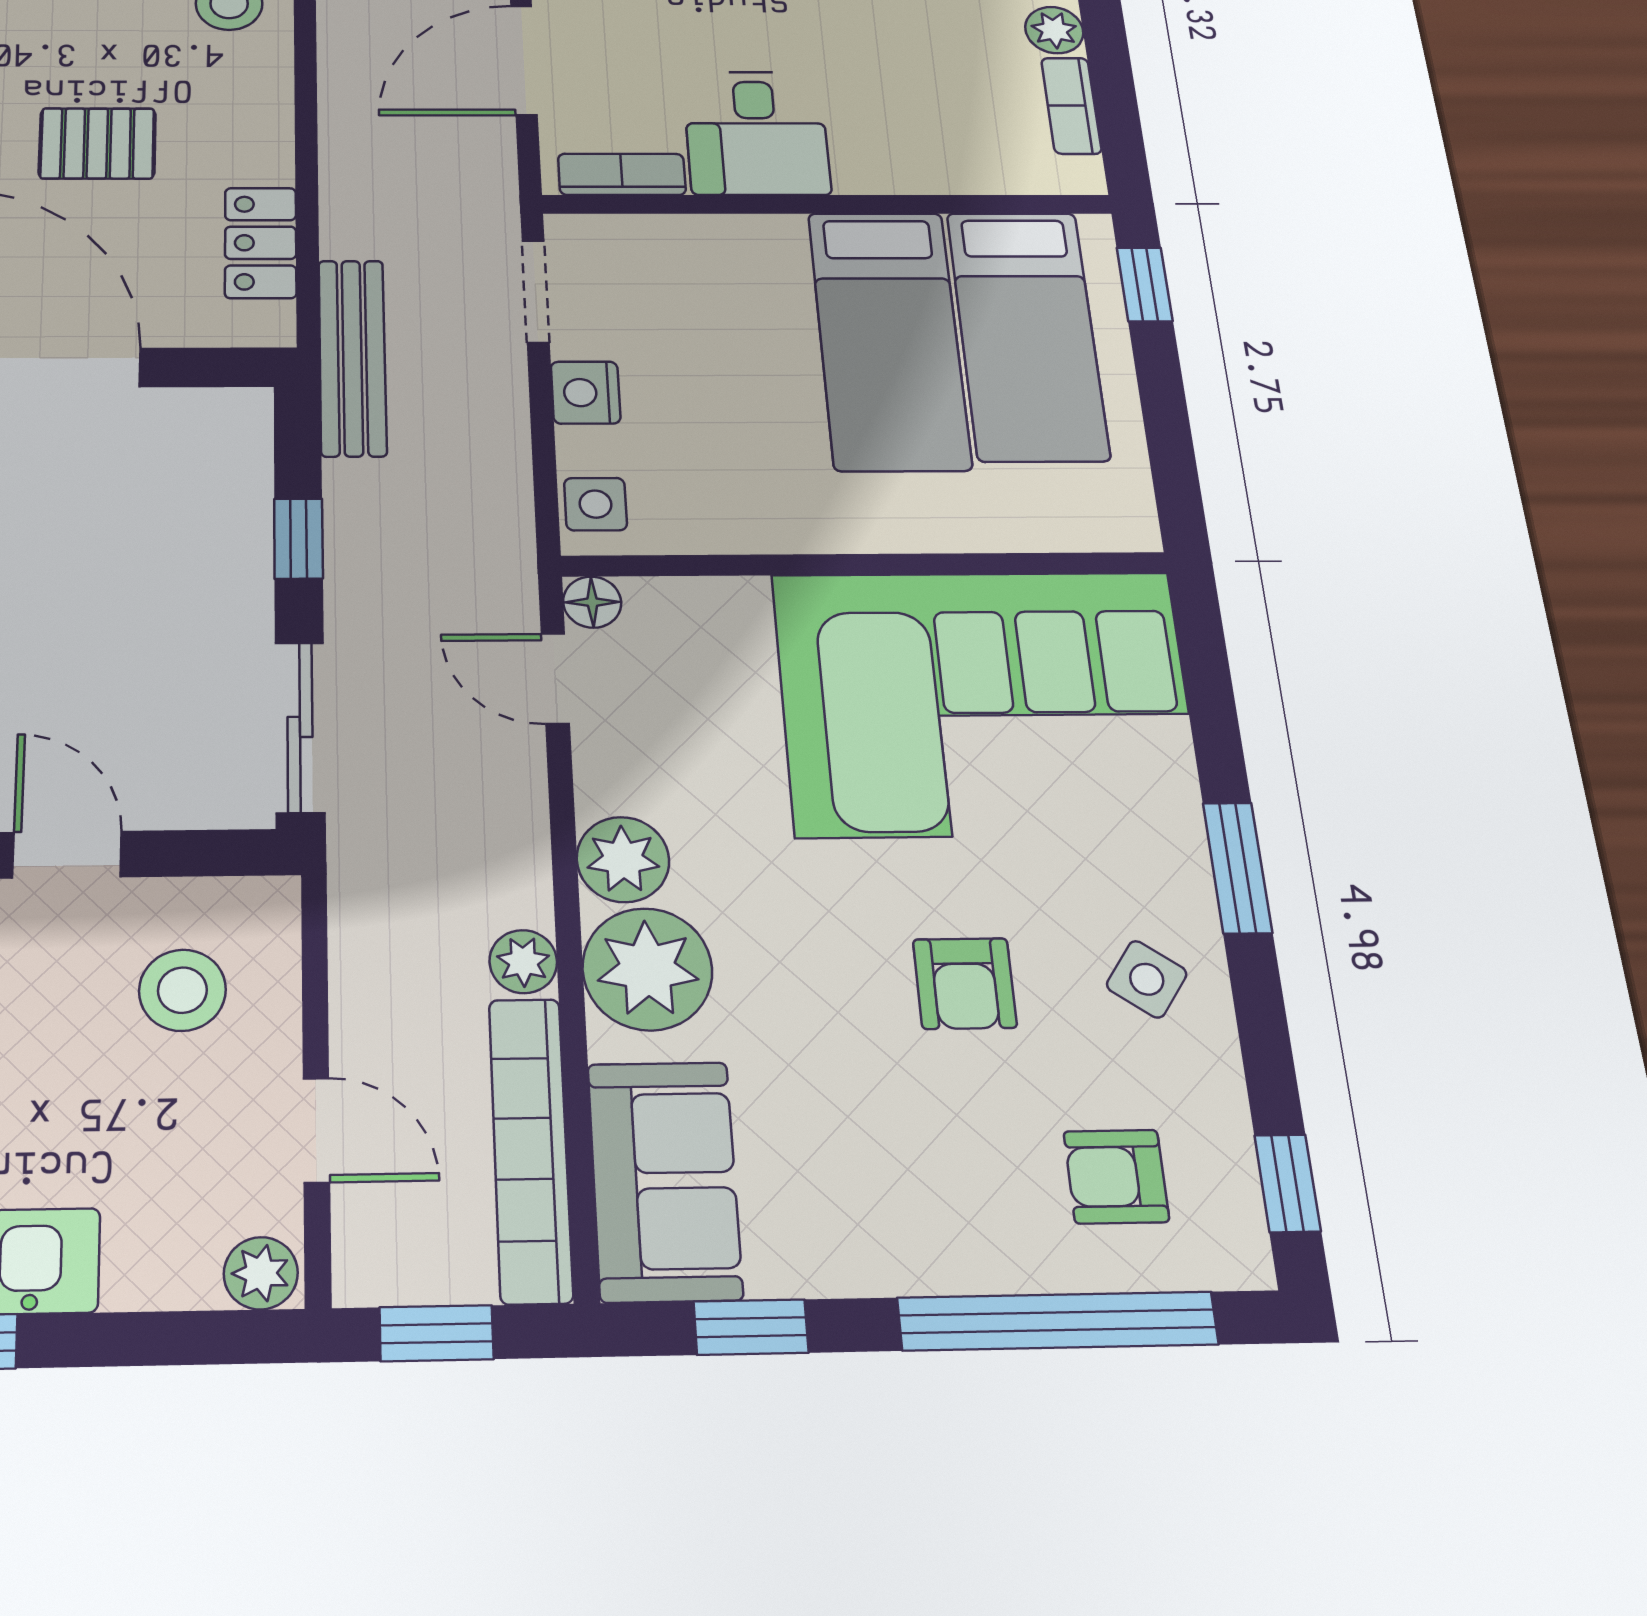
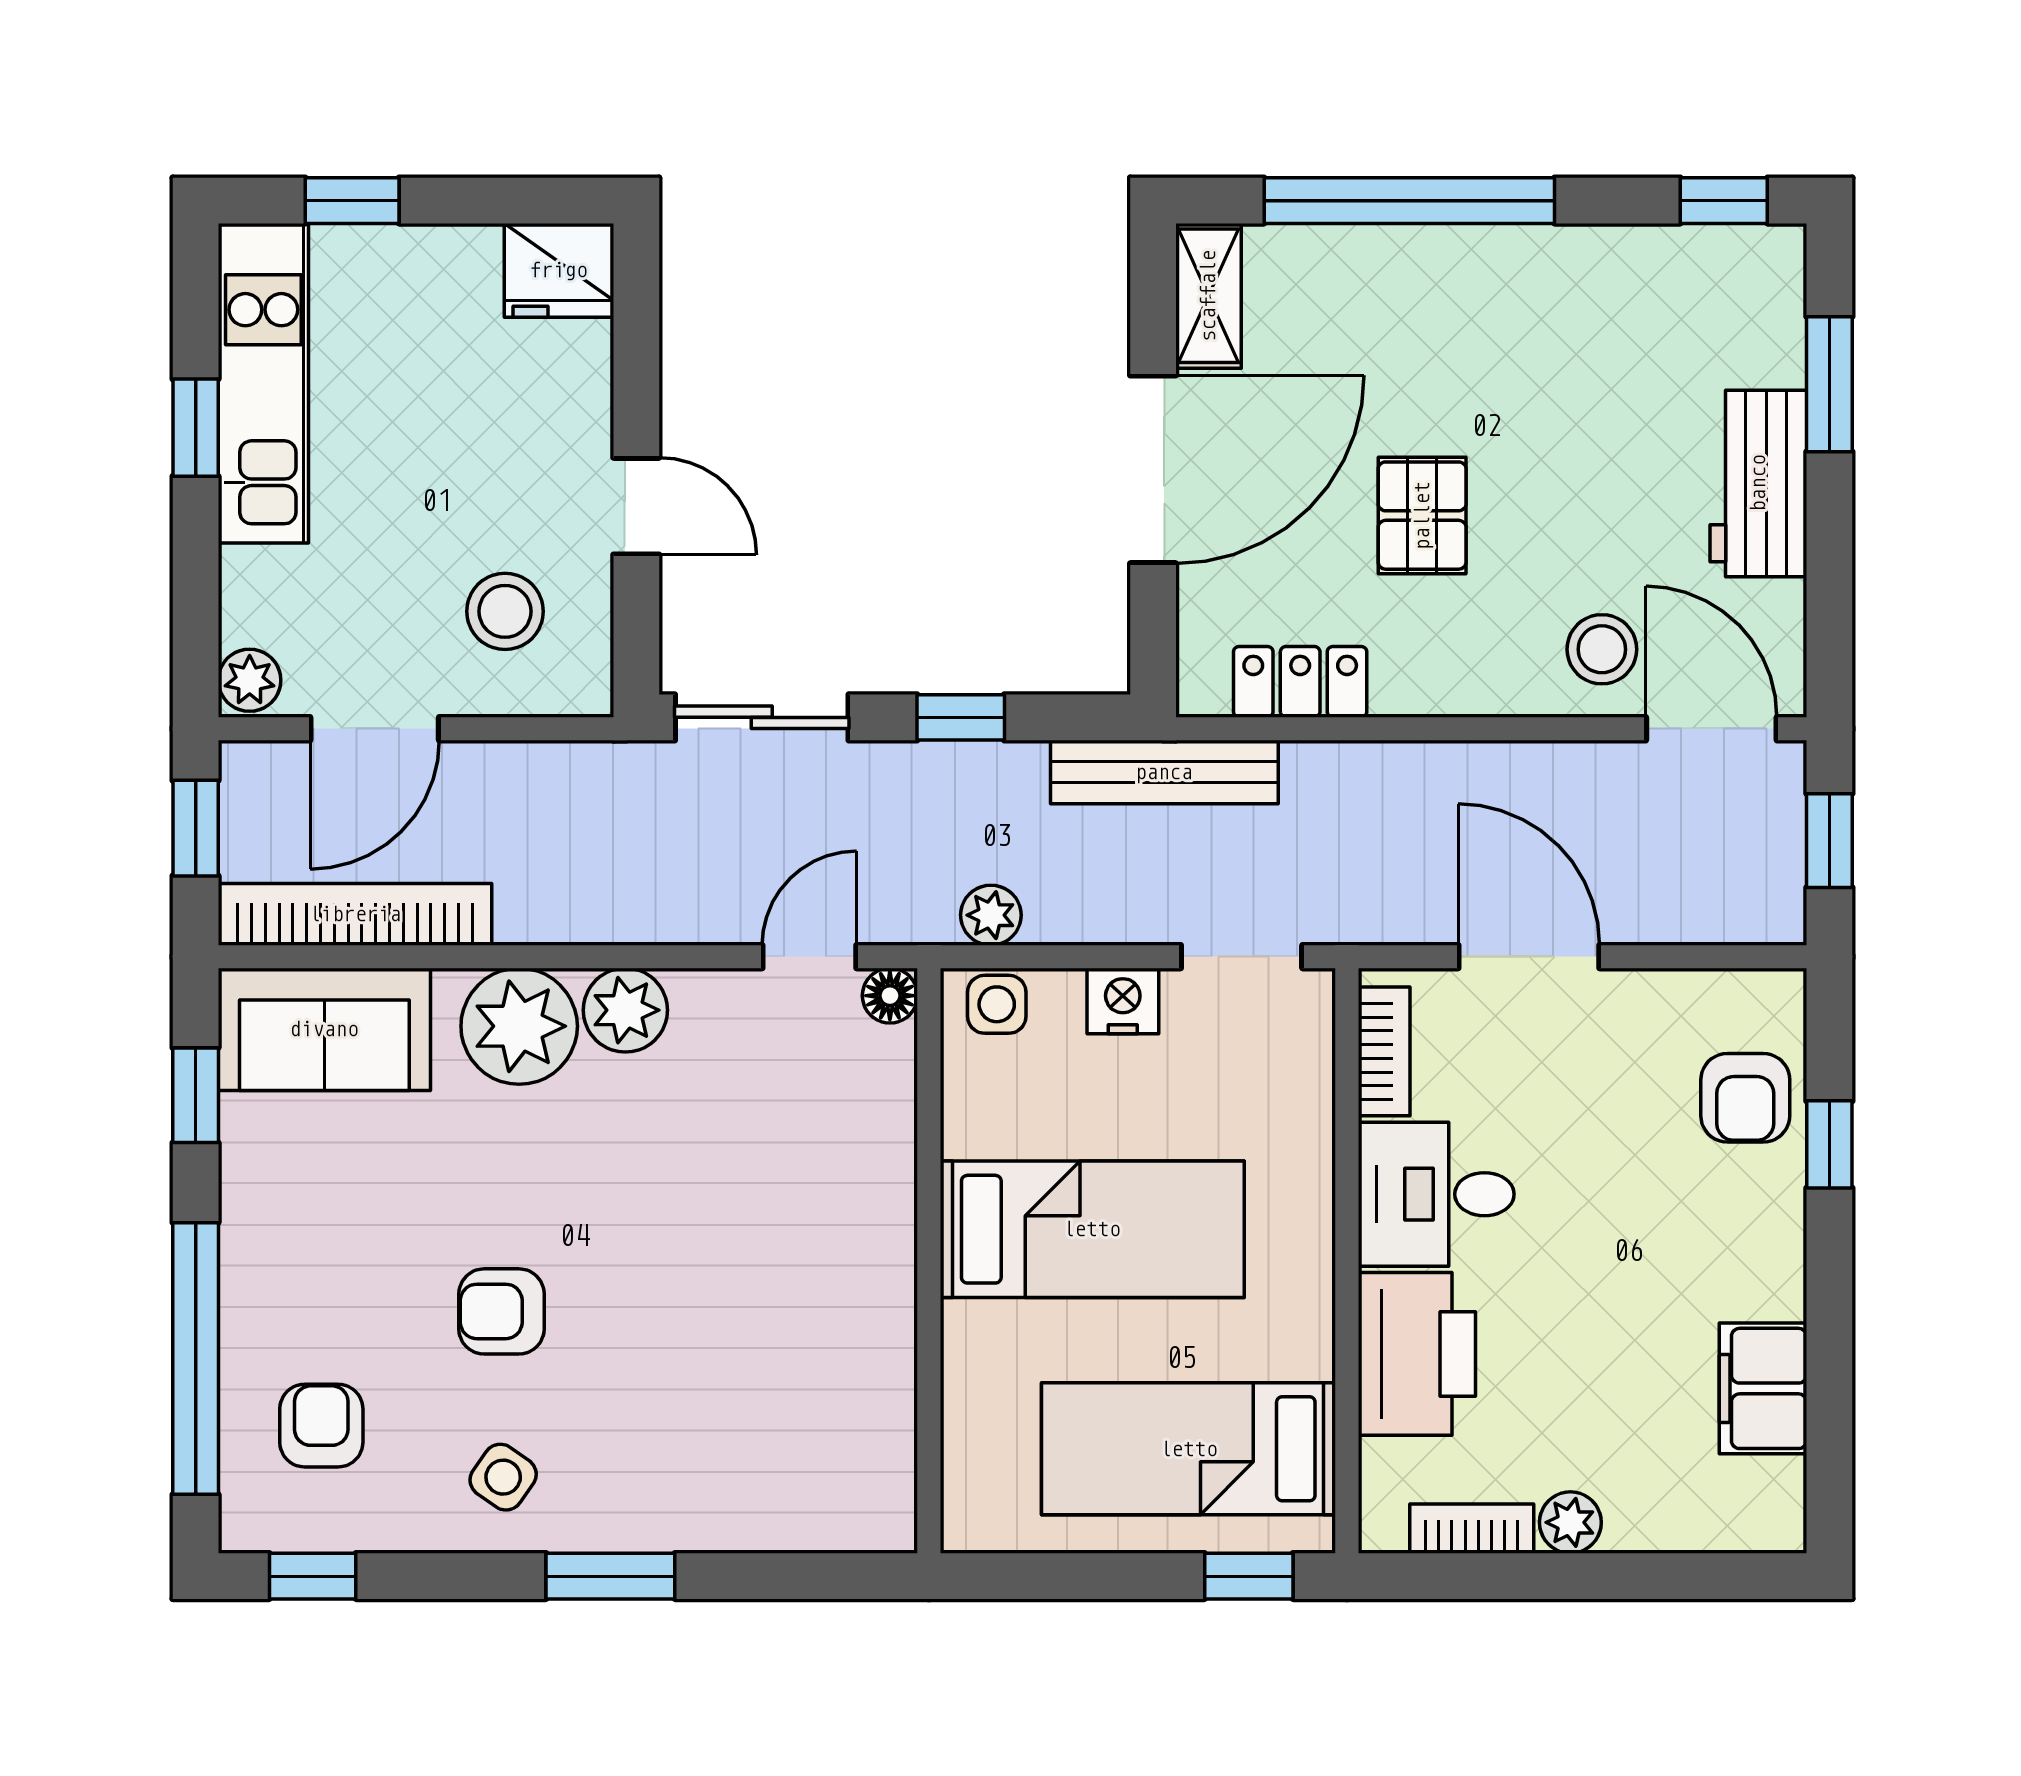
printer: (911, 149) -> (1417, 1354), added
bed: (889, 340) -> (1092, 1229), moved, turned 180
corner sofa: (986, 702) -> (781, 1361), removed
door: (67, 855) -> (636, 506), hinge flipped
plant: (523, 962) -> (991, 915), moved
door: (316, 1130) -> (375, 729), width x1.38

